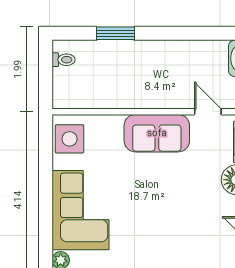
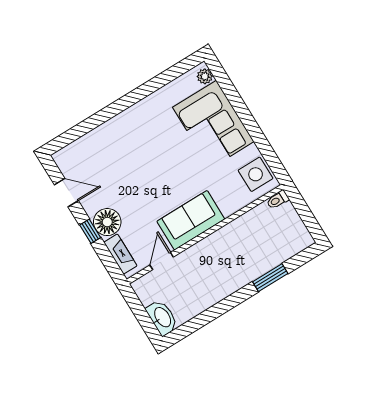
toilet: (63, 60) -> (278, 200), moved
door: (208, 112) -> (162, 261), swing flipped

